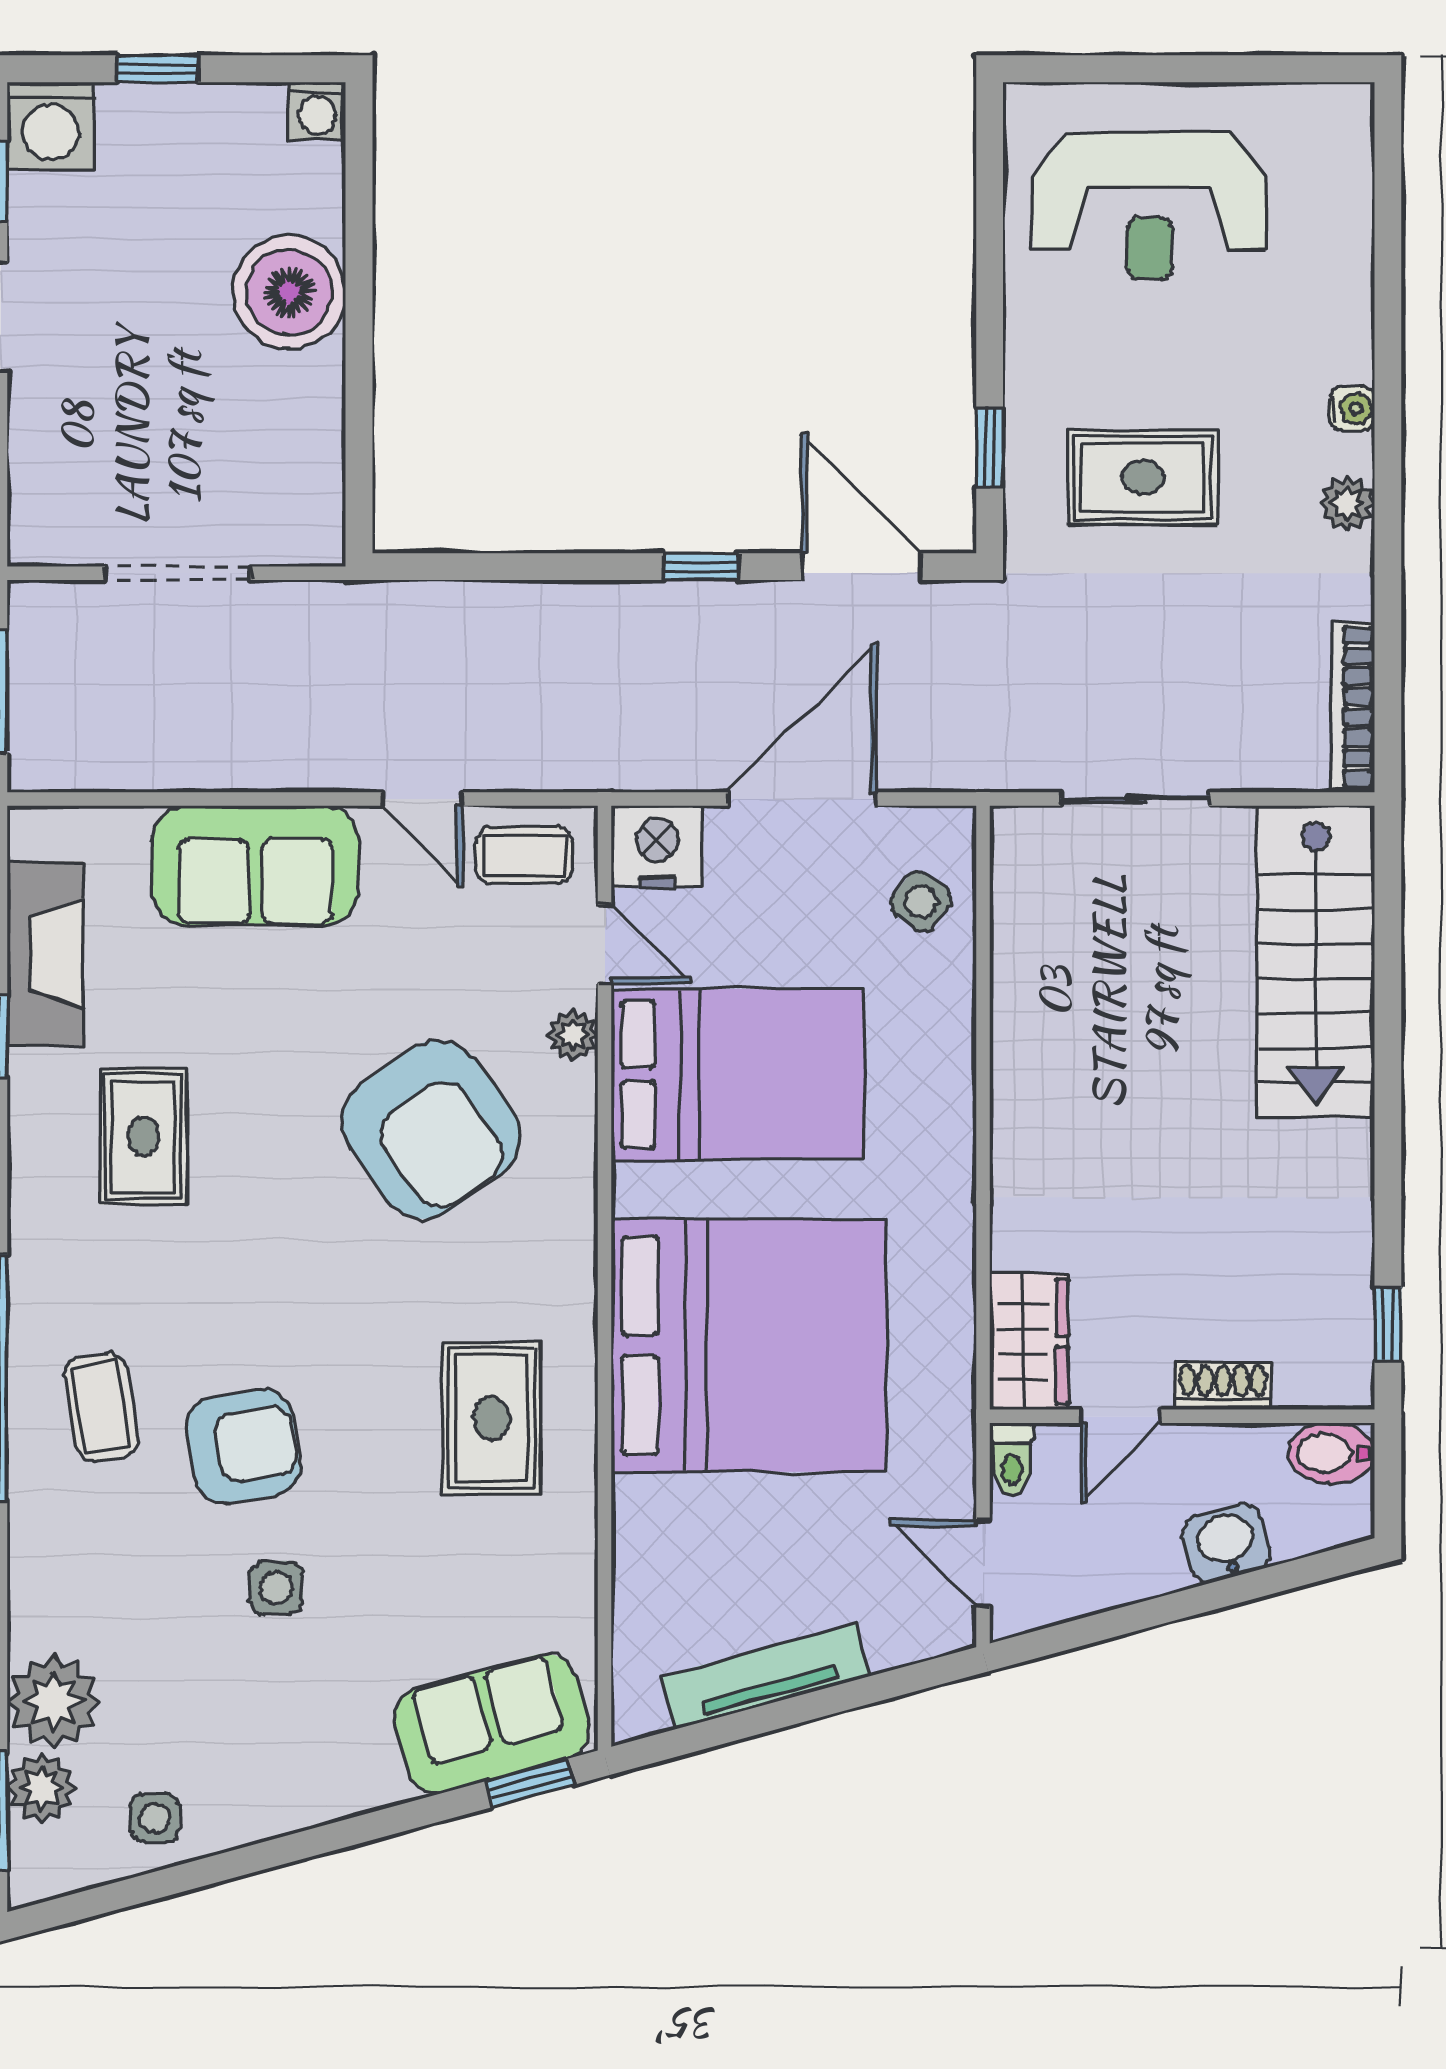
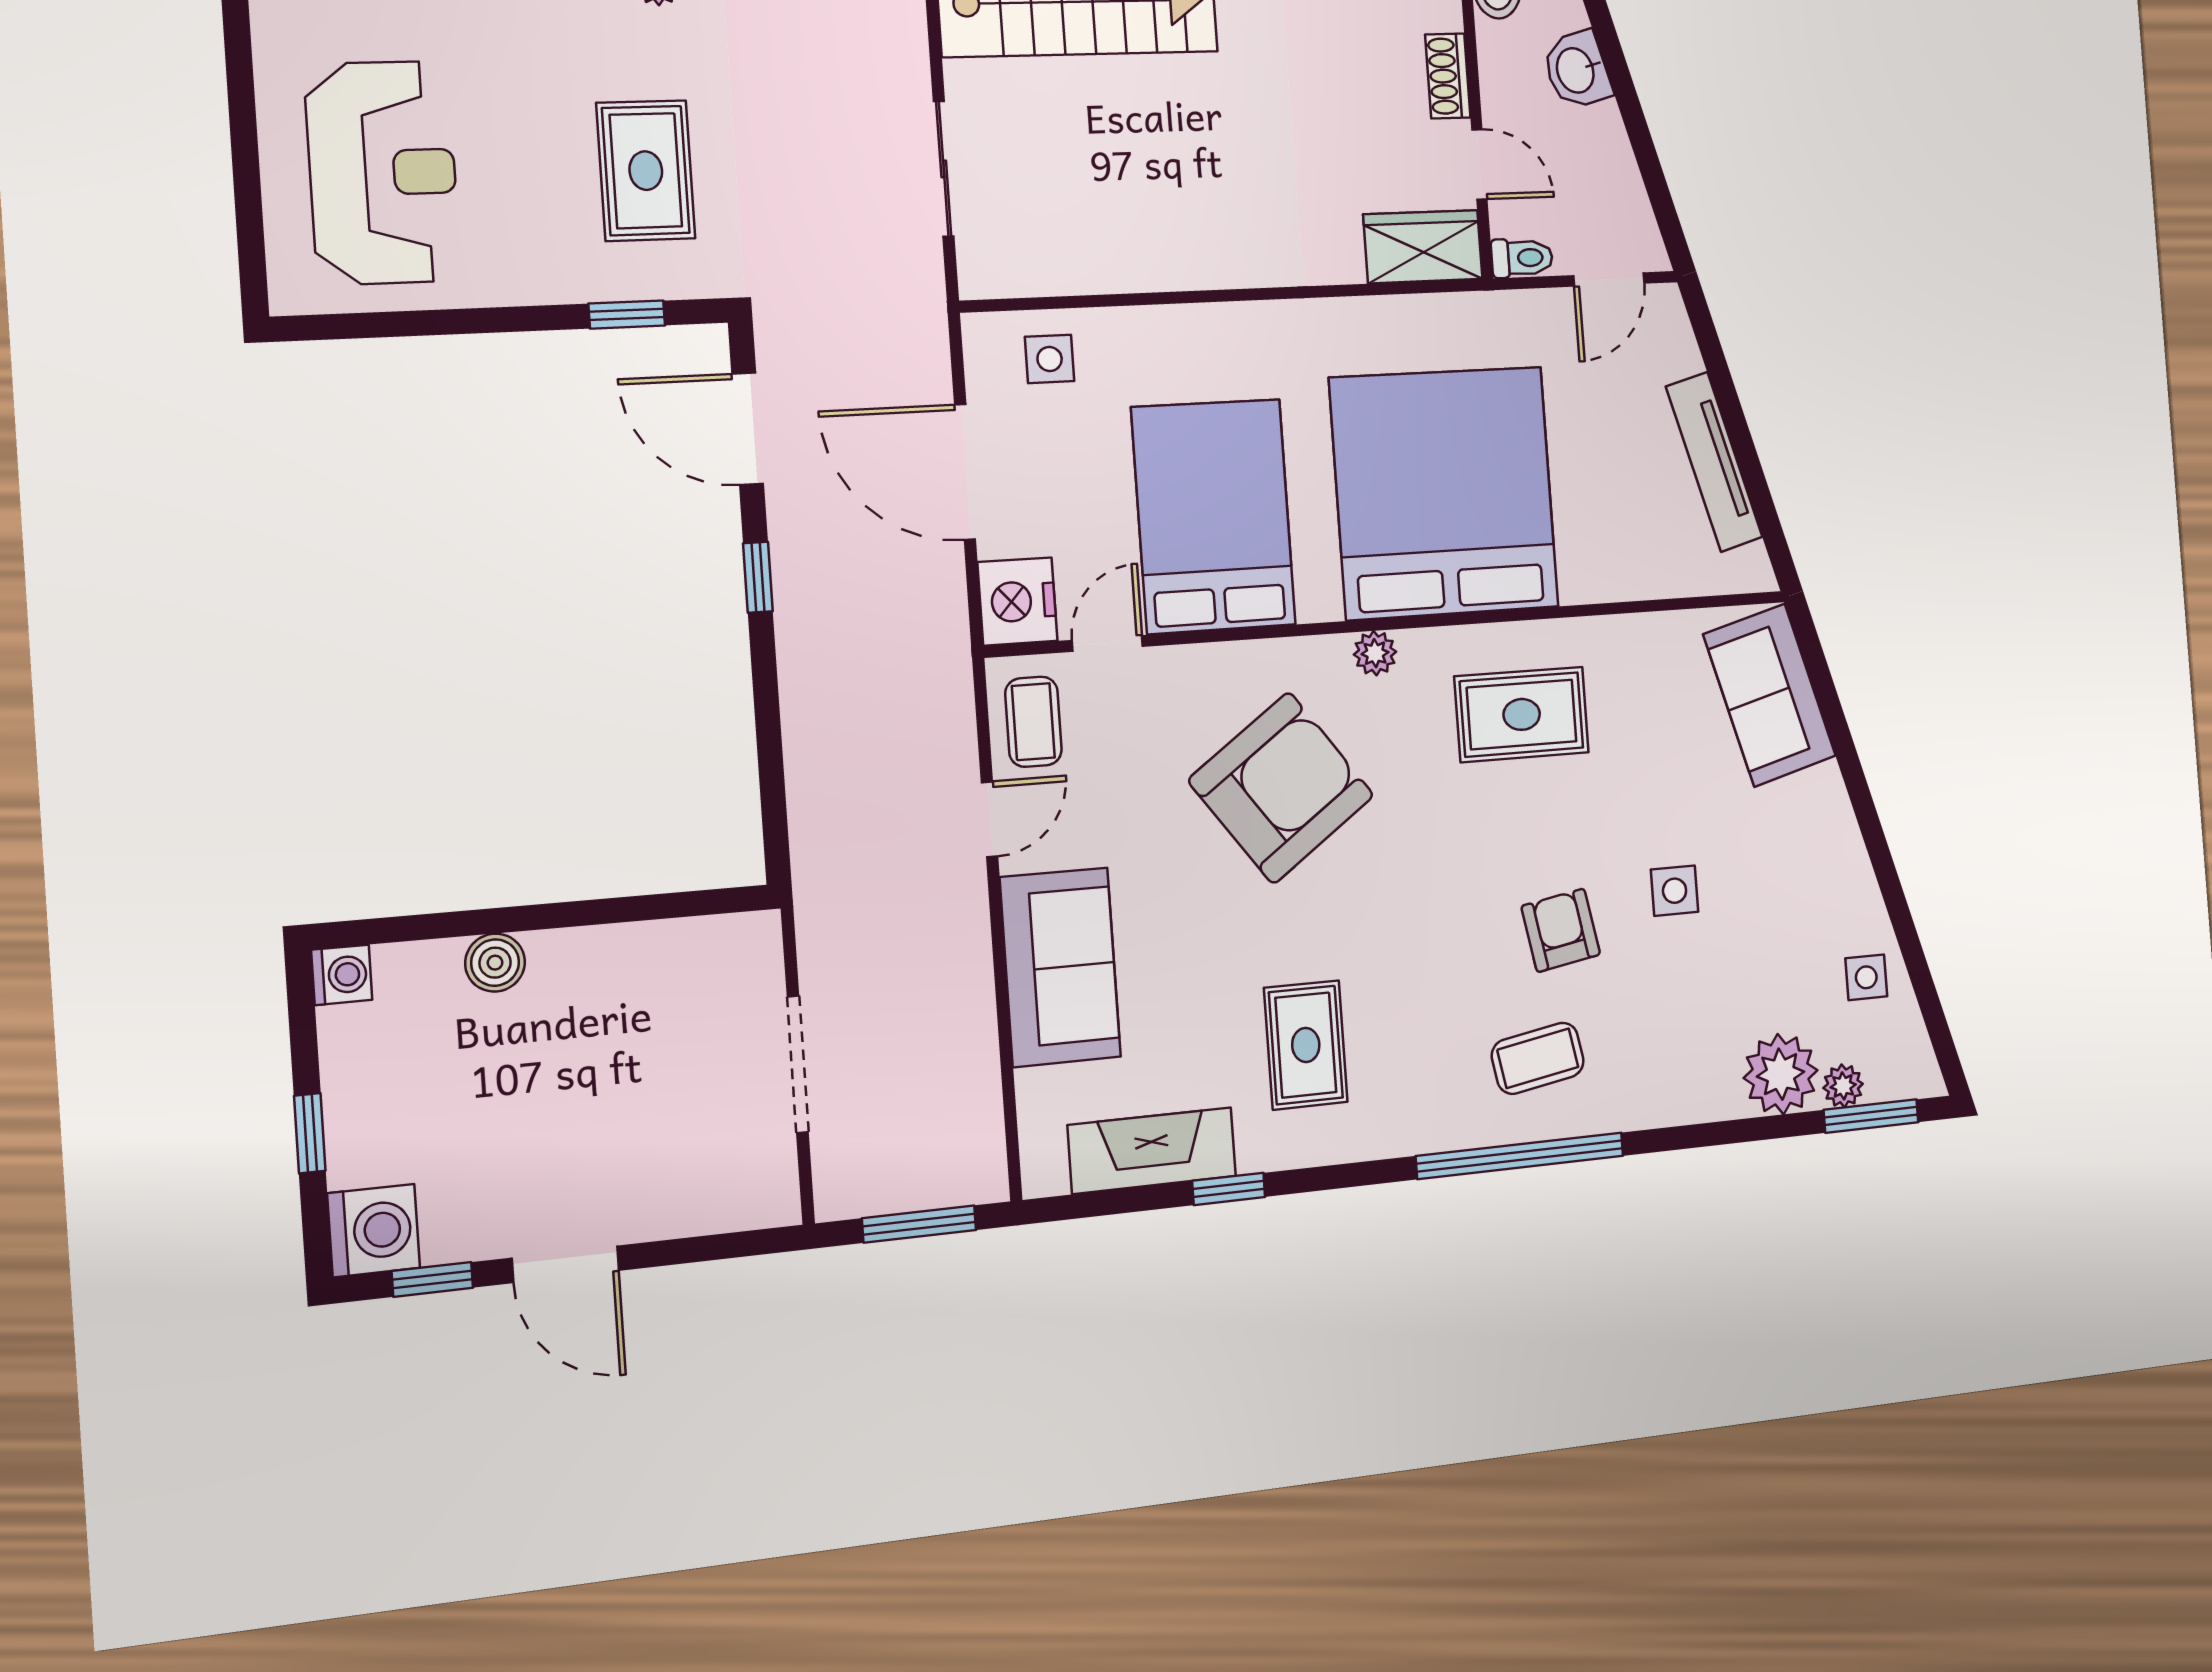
boiler: (289, 292) -> (495, 963), width x0.54, depth x0.54
door: (861, 567) -> (748, 429), hinge flipped
side table: (921, 902) -> (1050, 359), turned -38
plant: (573, 1035) -> (1375, 653), moved
rug: (143, 1137) -> (1306, 1045), turned 90
armchair: (243, 1446) -> (1561, 930), width x0.72, depth x0.72
window: (530, 1783) -> (1814, 659), removed
plant: (42, 1788) -> (1843, 1086), width x0.73, depth x0.73

